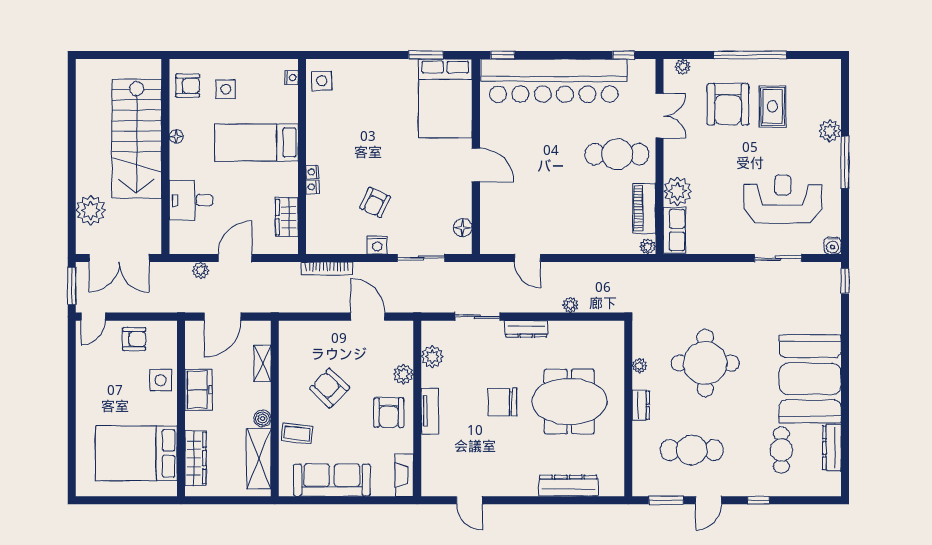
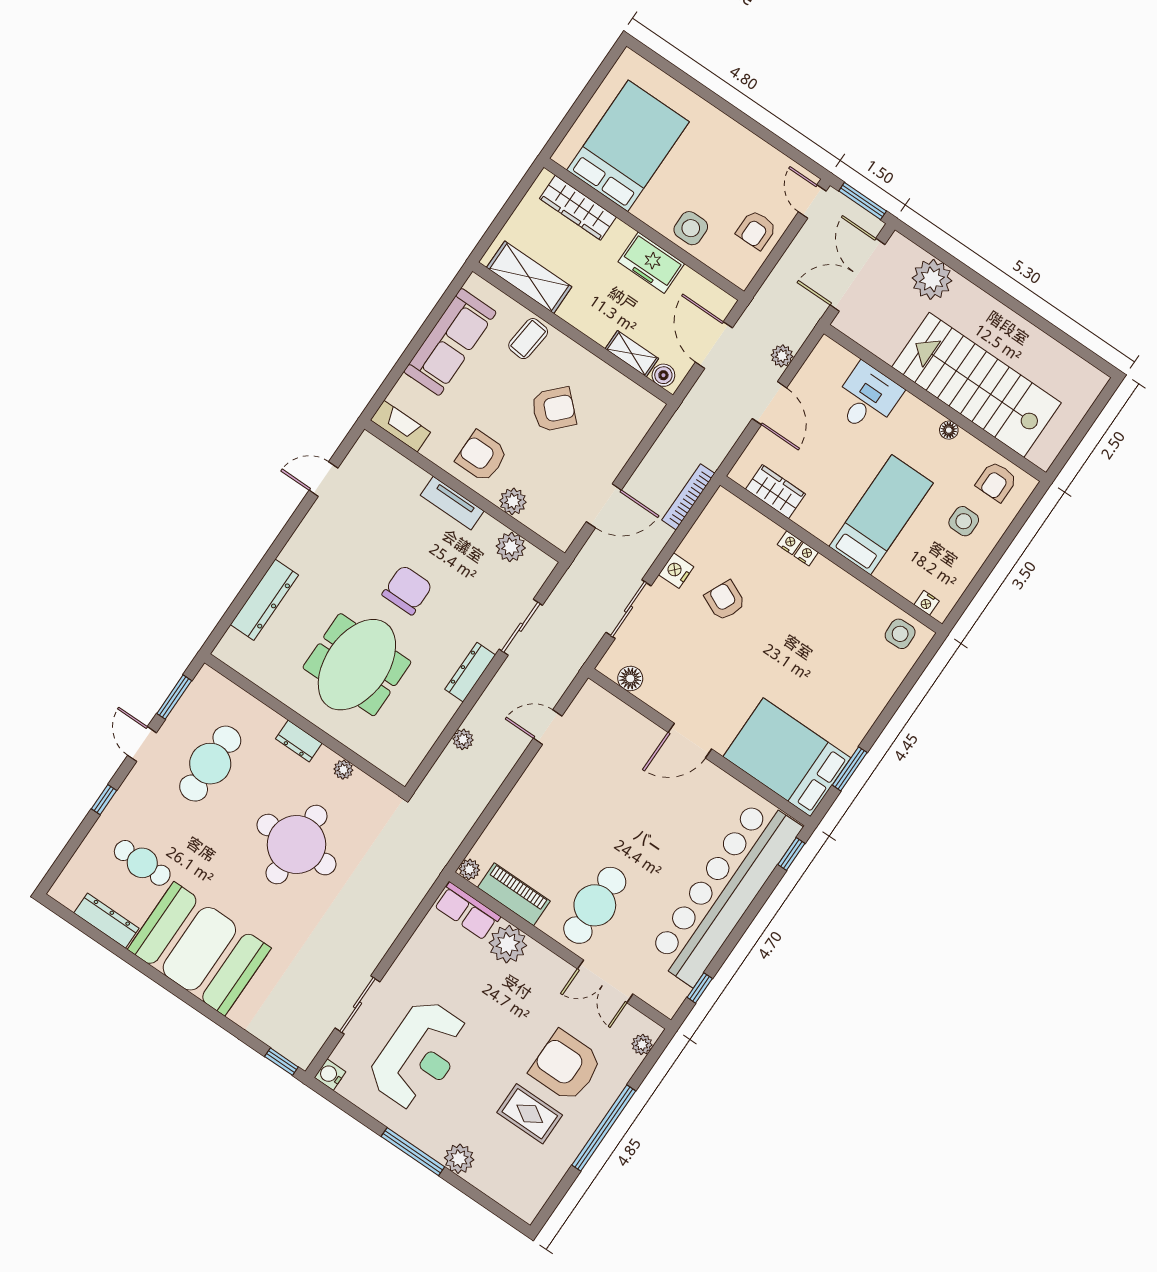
boiler: (262, 418) -> (663, 375), moved

